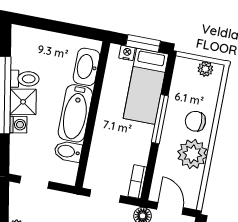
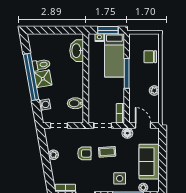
plant: (205, 69) -> (148, 38), removed
bathtub: (75, 113) -> (75, 80), removed
chair: (195, 121) -> (150, 57), moved
washing machine: (18, 125) -> (45, 105), moved
plant: (192, 154) -> (154, 90), width x0.53, depth x0.53

